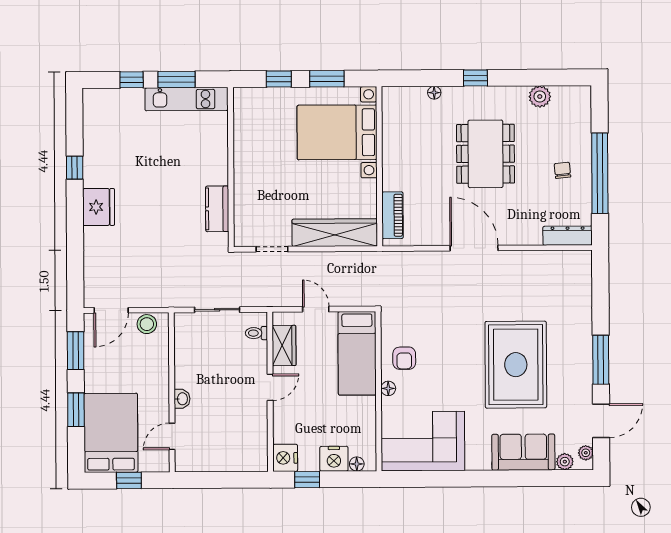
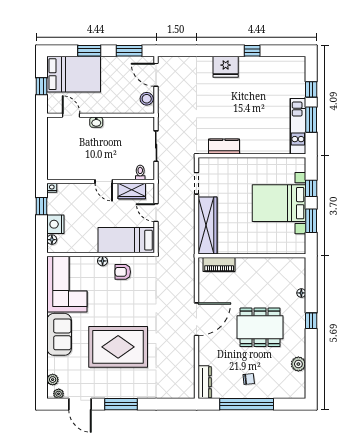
bed with nightstands: (337, 132) -> (279, 203), moved, turned -90
door: (316, 309) -> (156, 213), swing flipped
sofa: (523, 452) -> (59, 334), moved
nightstand: (285, 458) -> (52, 188), width x0.53, depth x0.56

